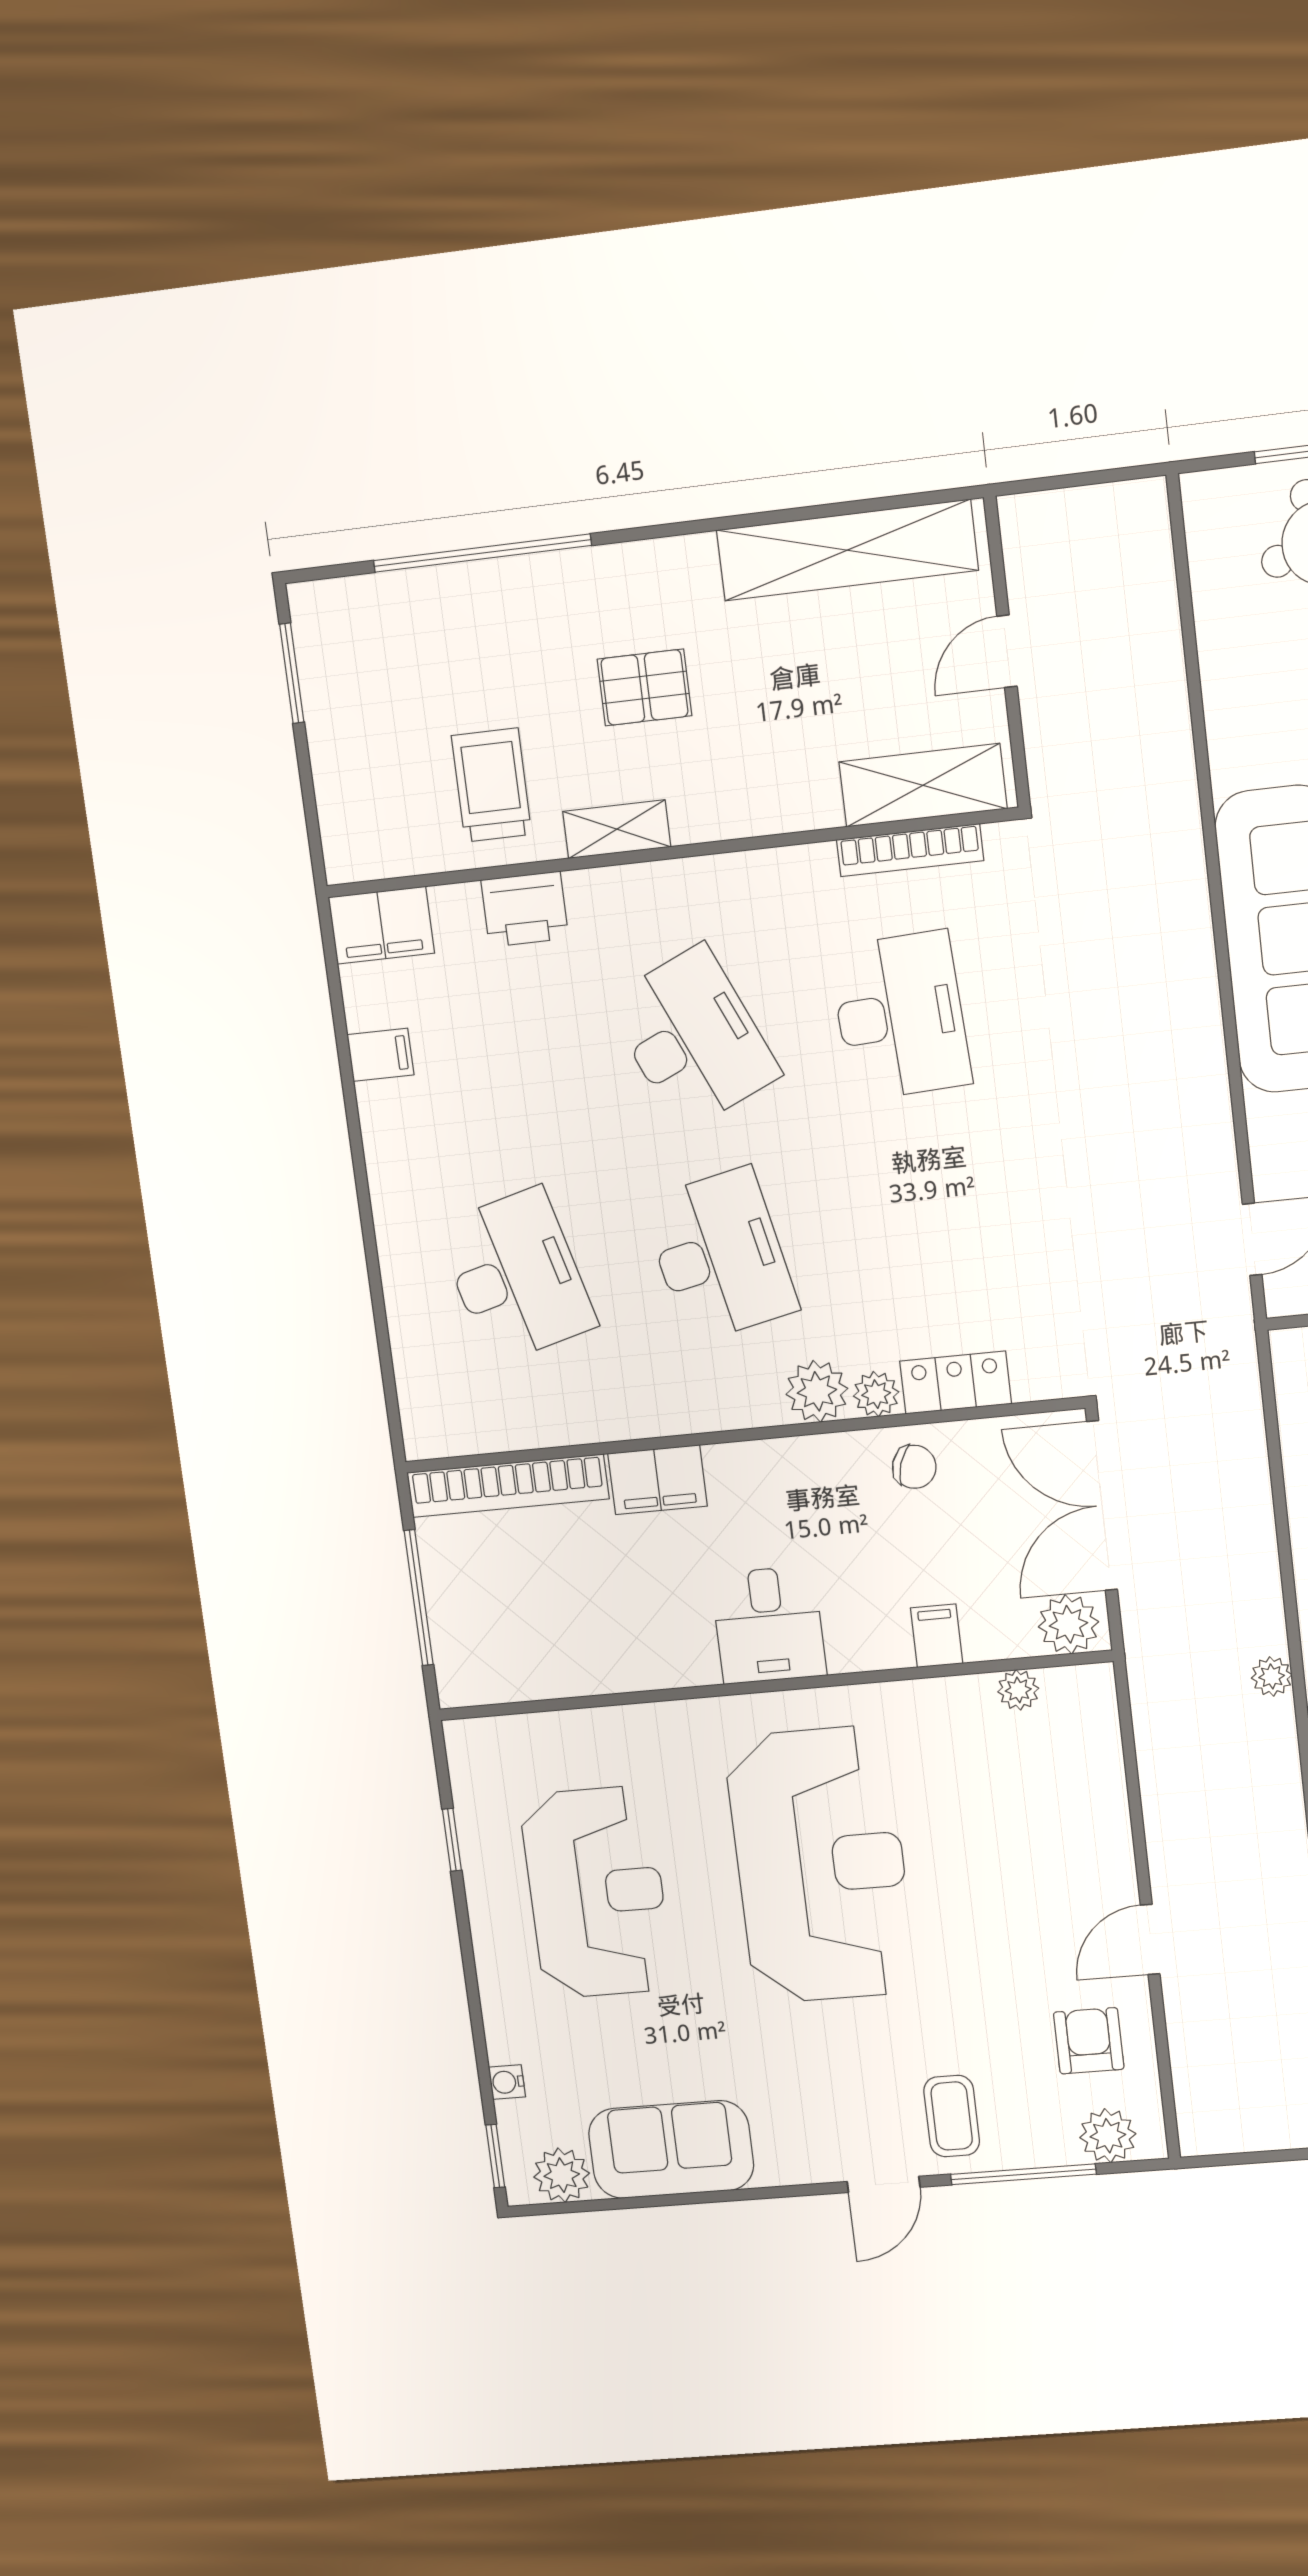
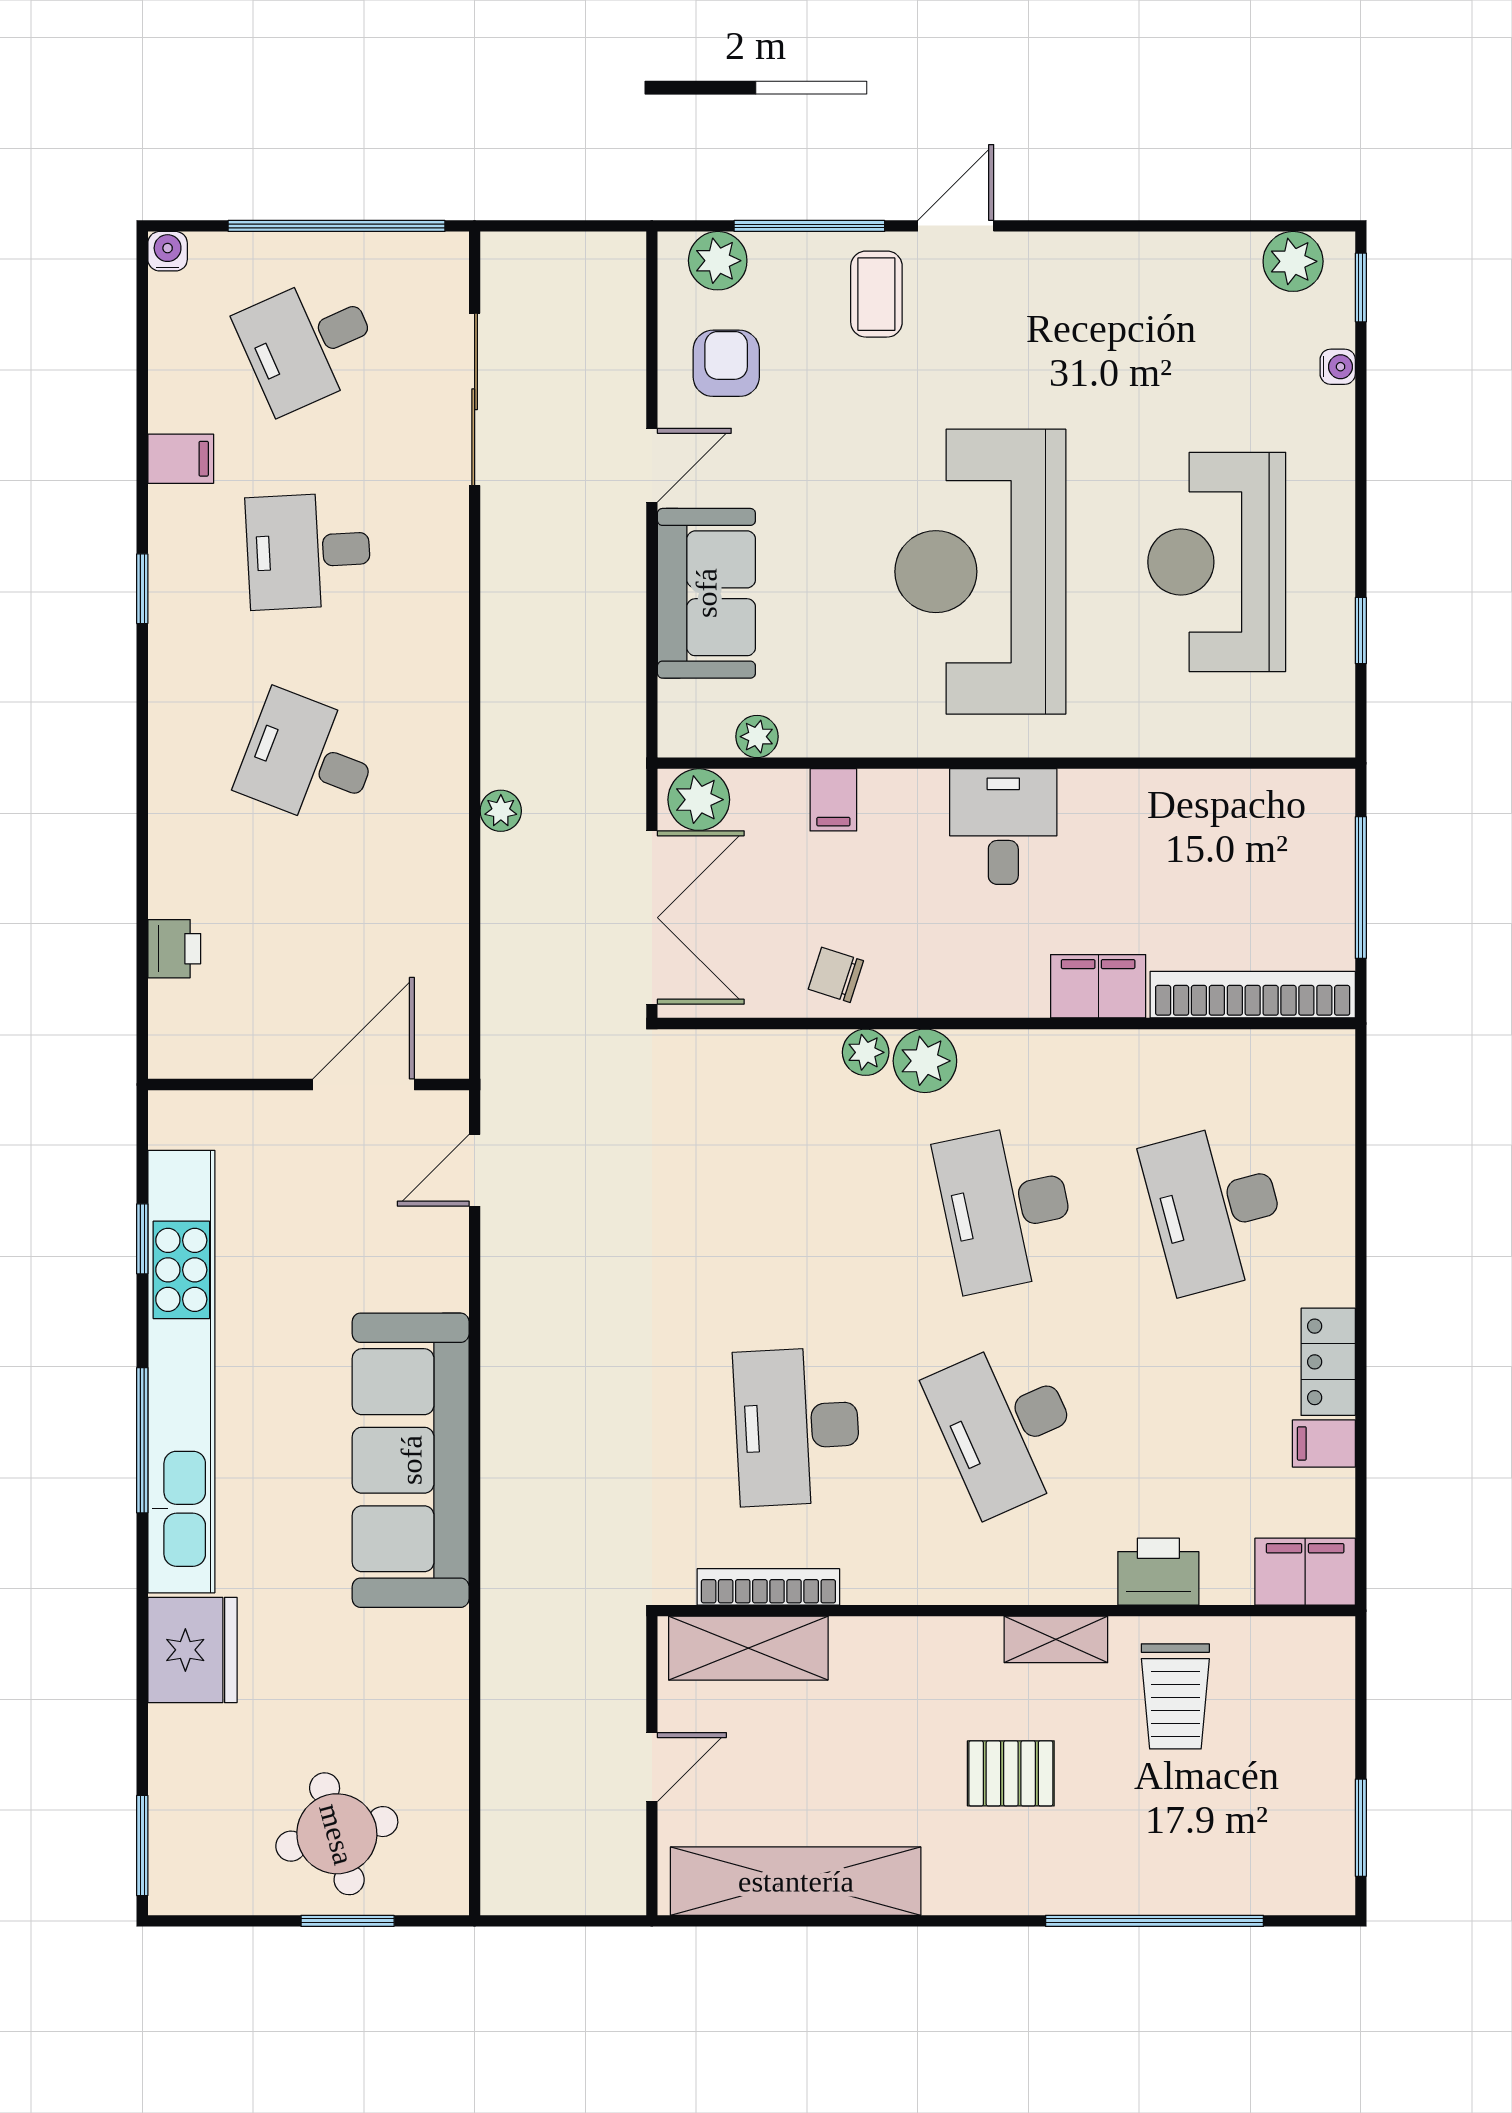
locker: (956, 1383) -> (1328, 1362), moved, turned 90
plant: (1272, 1676) -> (501, 811), moved
armchair: (1089, 2041) -> (726, 363), turned 180
sofa: (671, 2149) -> (706, 593), moved, turned -90

